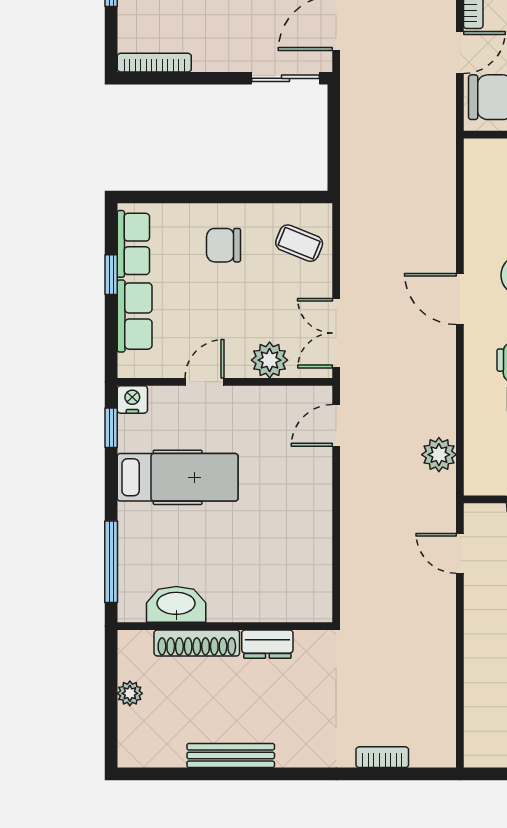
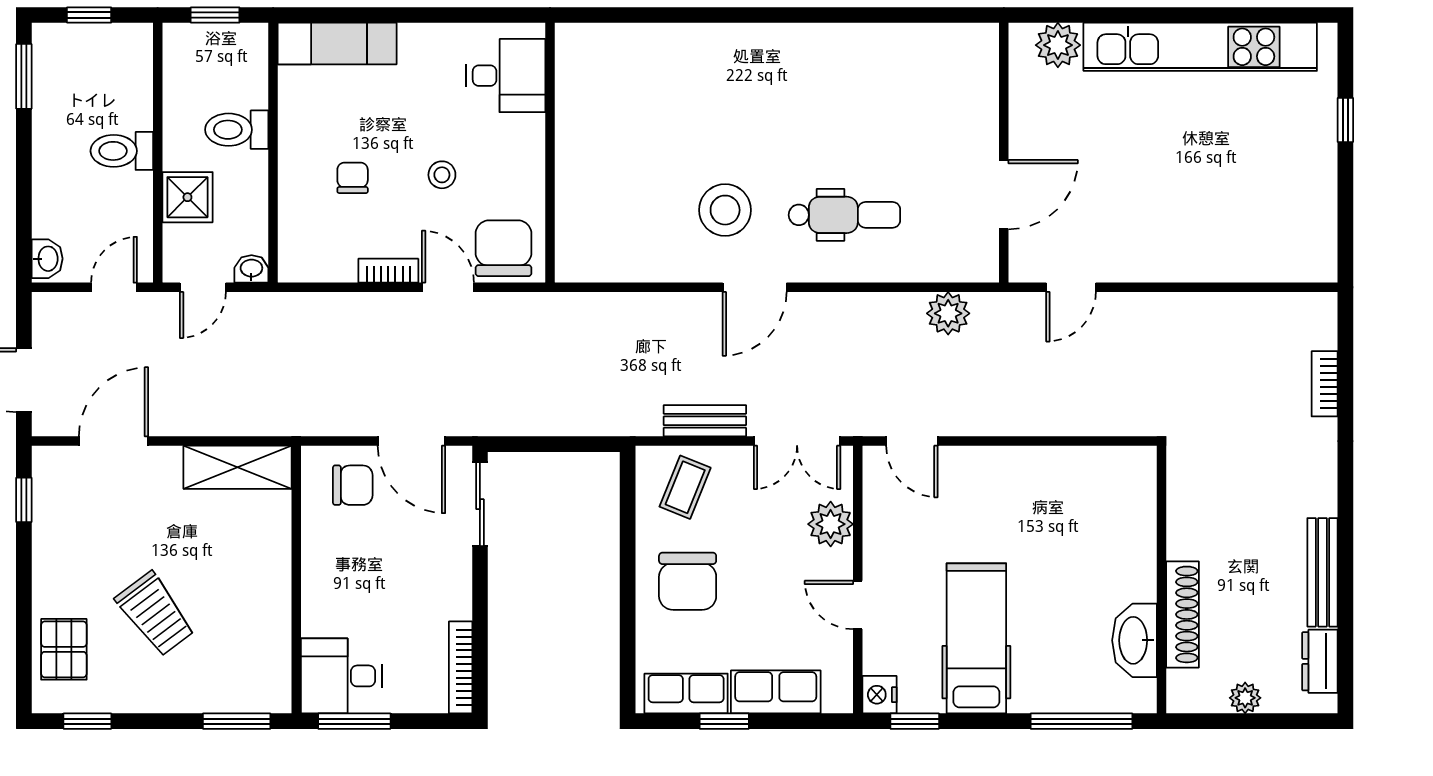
chair: (224, 245) -> (688, 581), width x1.37, depth x1.37
bench: (353, 259) -> (705, 421), added
dresser: (267, 644) -> (1320, 661), moved, turned 180

